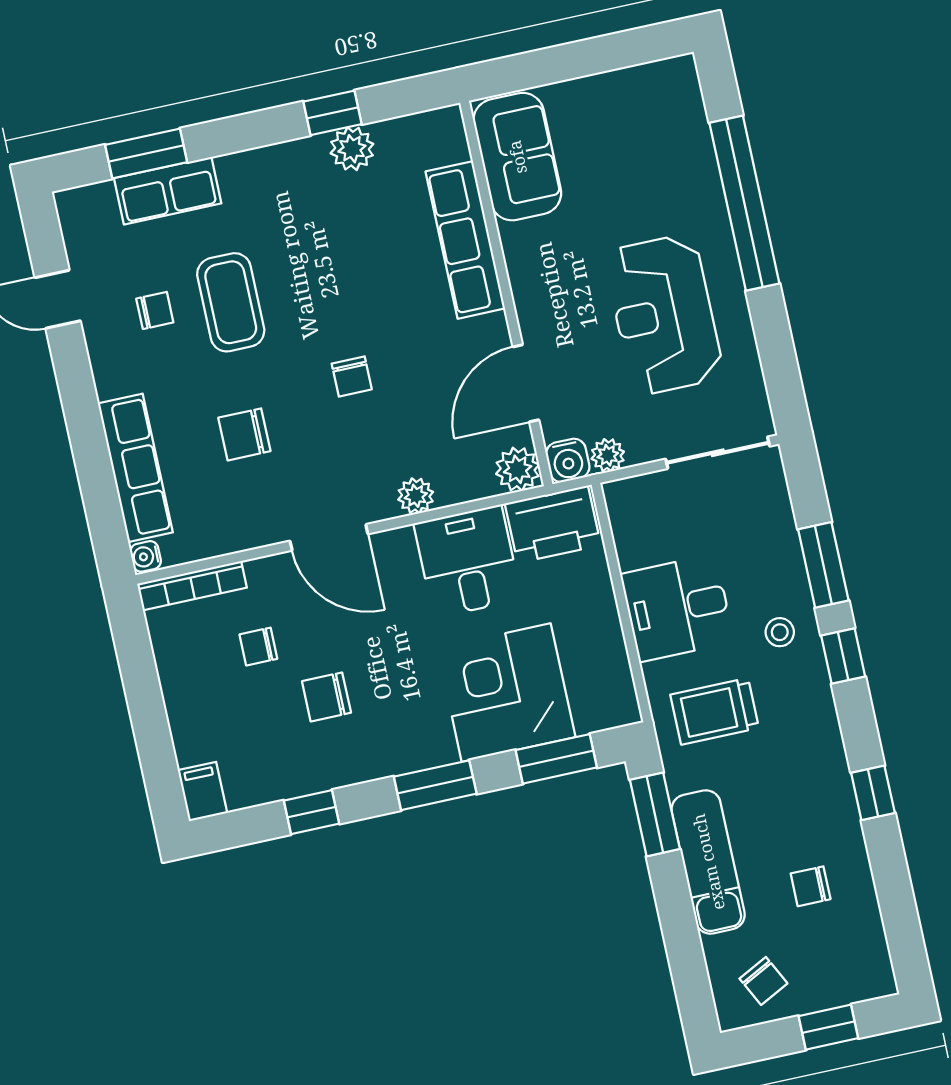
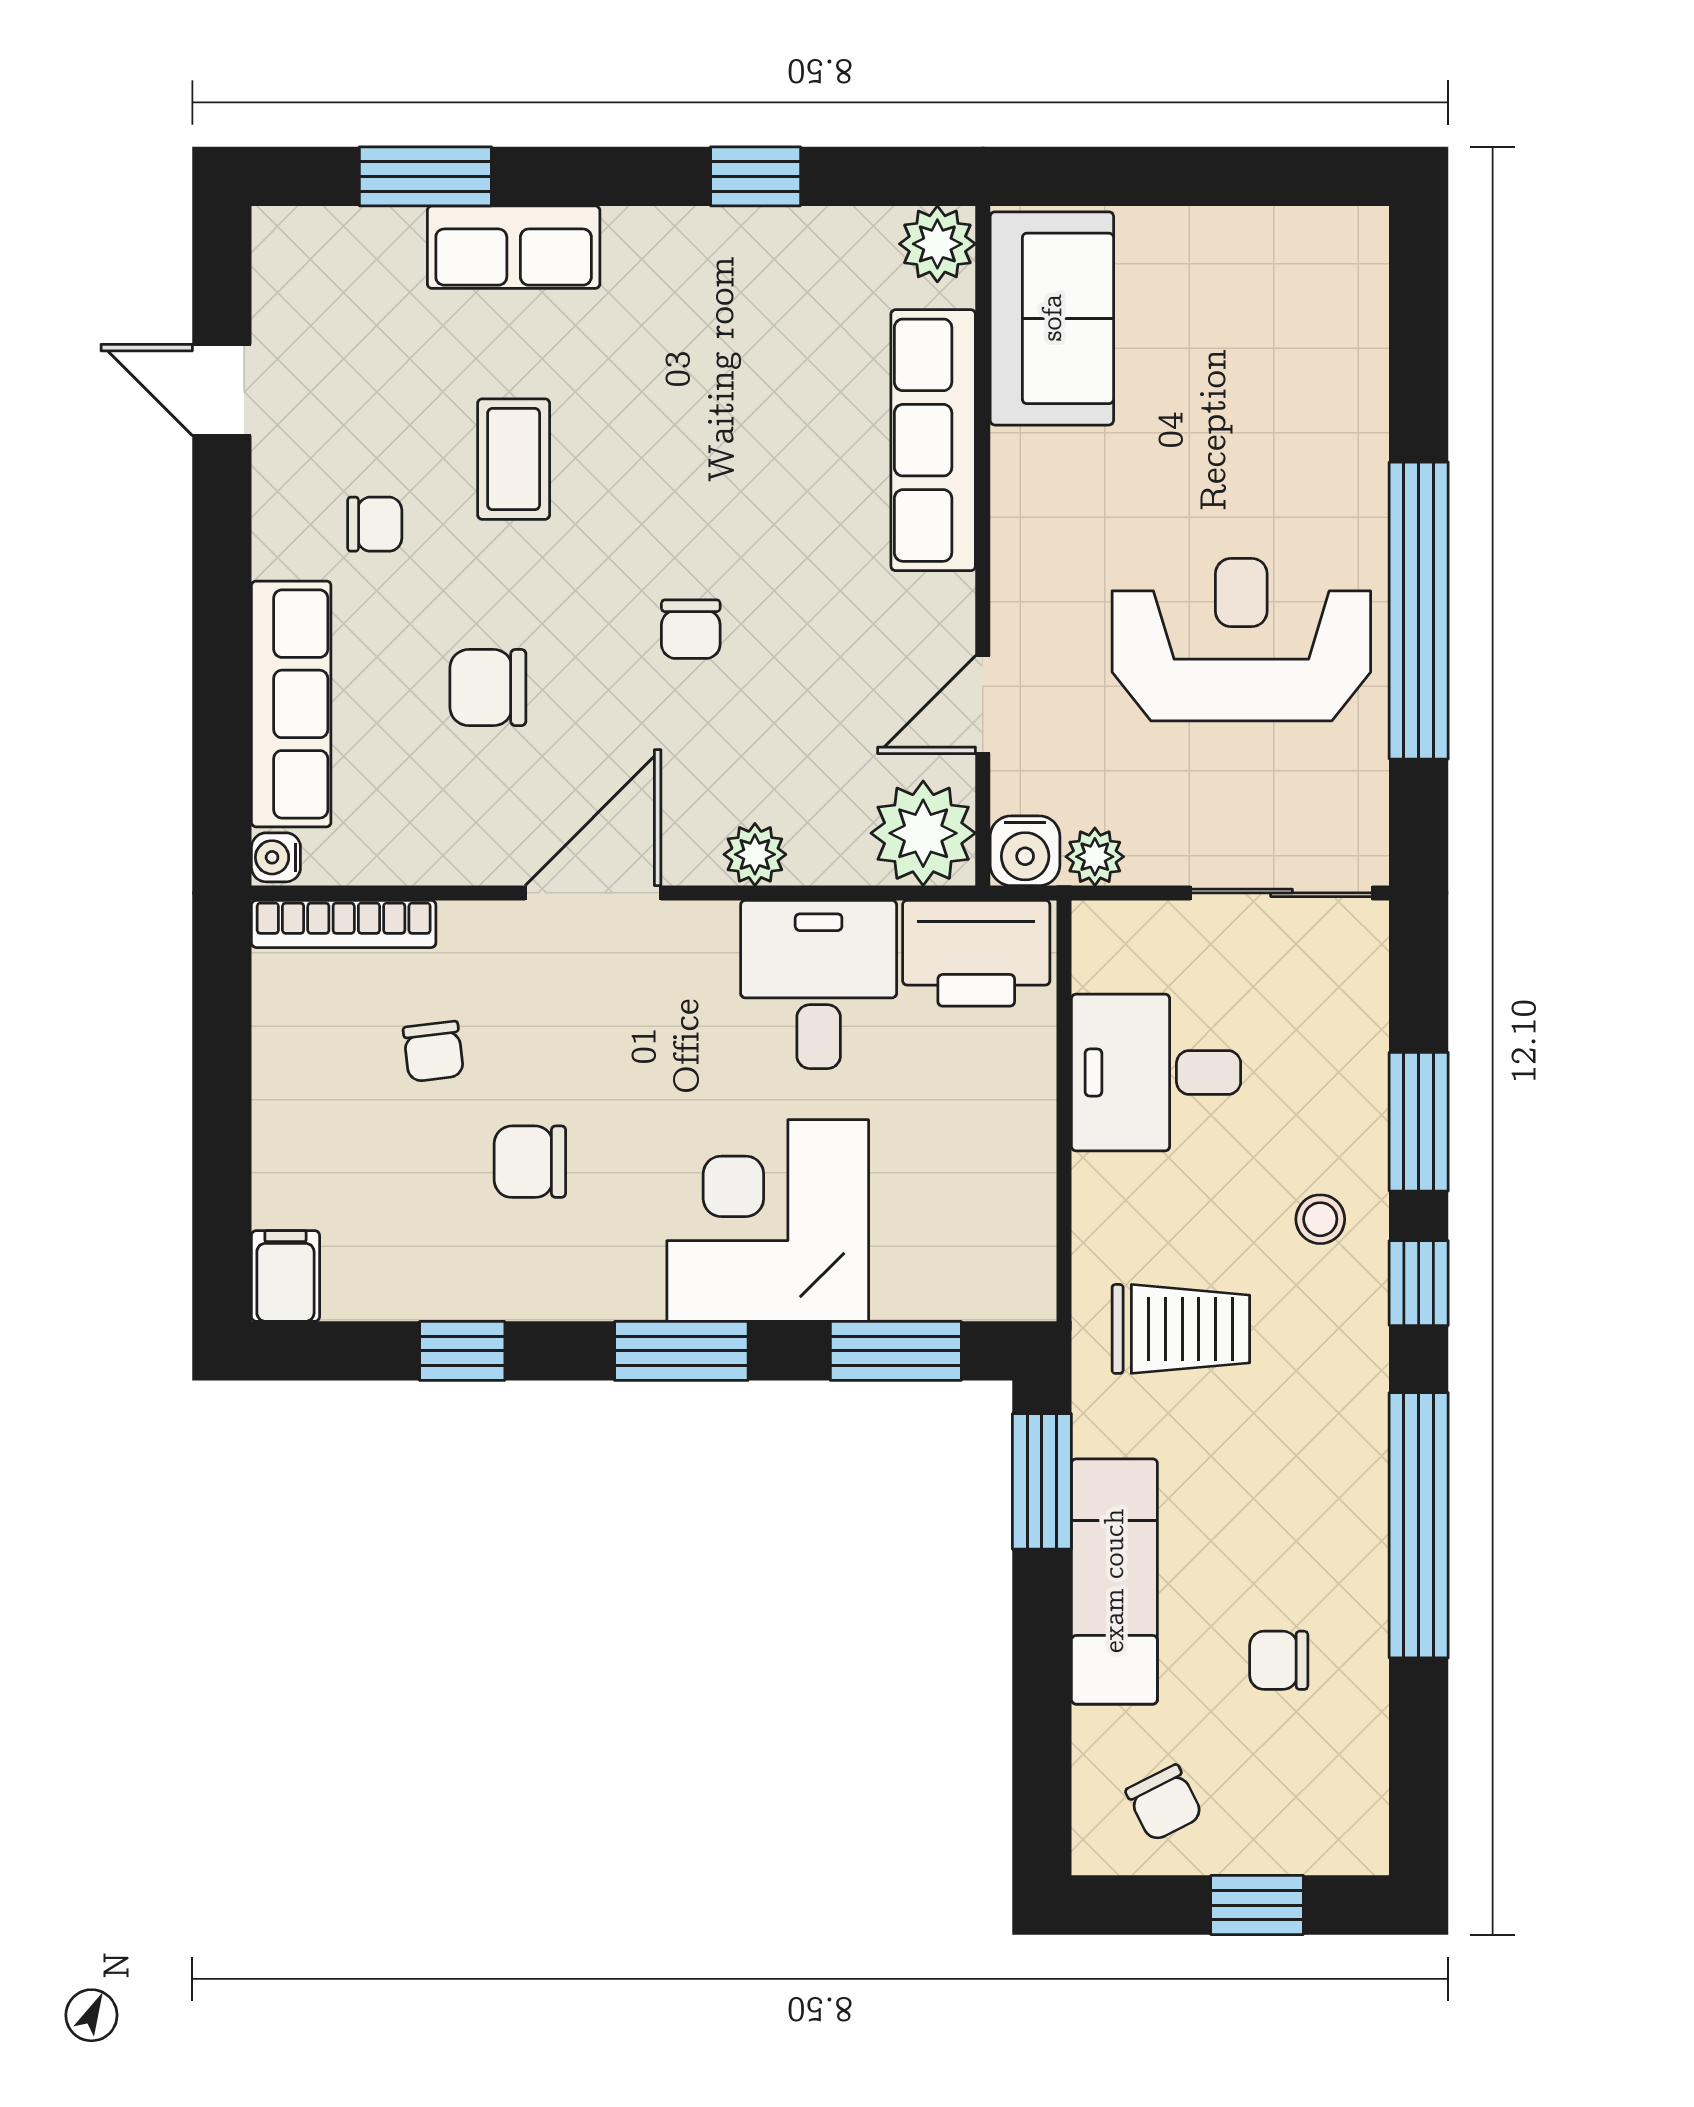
plant: (352, 149) -> (937, 244), moved
row of seats: (168, 191) -> (514, 247), moved
window: (744, 203) -> (1419, 611), moved
coffee table: (231, 302) -> (514, 459), width x0.73, depth x0.77
chair: (155, 310) -> (375, 524), moved
reception desk: (664, 315) -> (1241, 640), turned 90
door: (526, 383) -> (983, 705), width x0.73
plant: (518, 469) -> (923, 833), width x1.36, depth x1.36
door: (329, 537) -> (593, 893), swing flipped
desk: (677, 608) -> (1156, 1072), moved
chair: (258, 647) -> (433, 1051), turned -97
corner desk: (506, 693) -> (768, 1221), moved
trolley: (715, 711) -> (1181, 1329), turned 180
window: (873, 793) -> (1419, 1525), width x3.17

